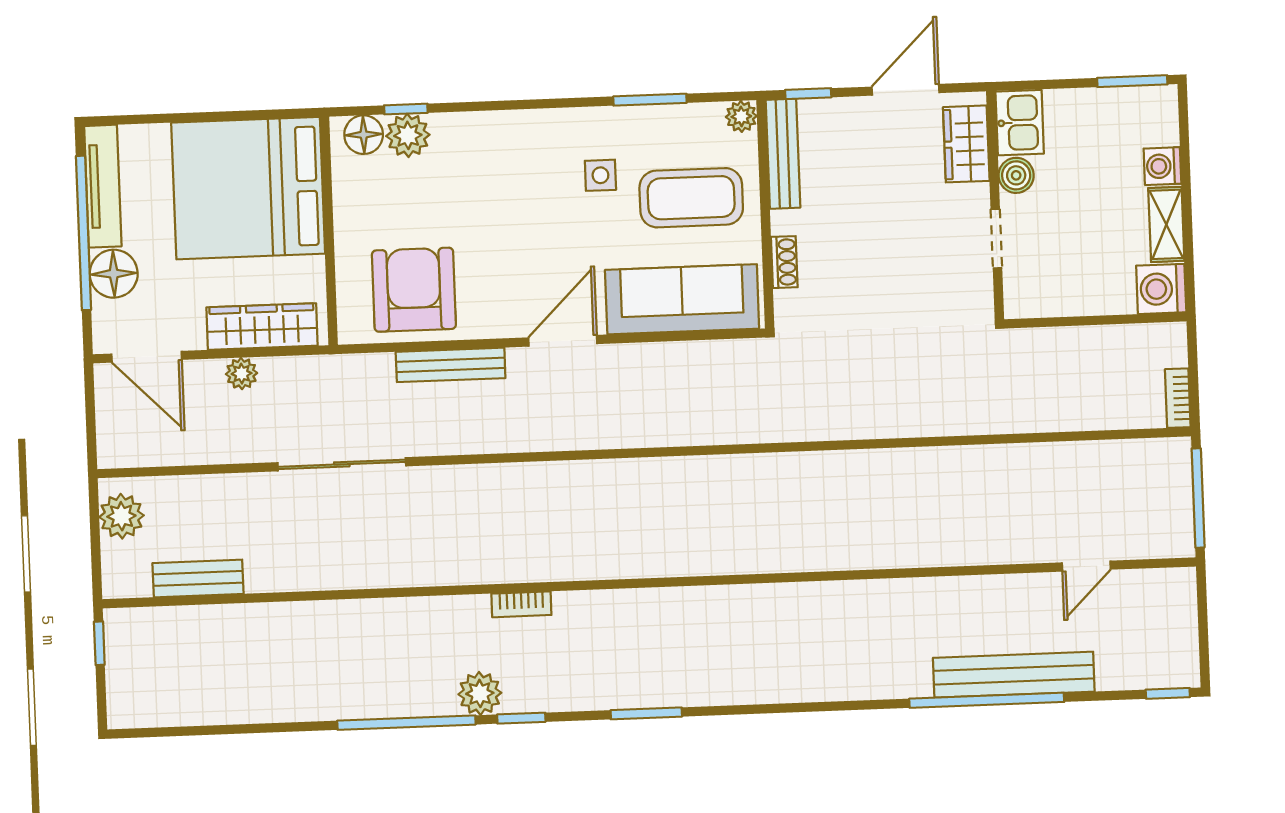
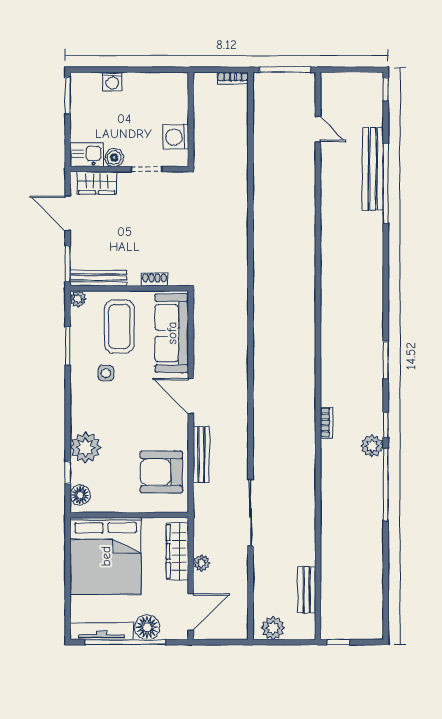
window: (808, 94) -> (68, 264), width x1.50
plant: (408, 135) -> (85, 447), moved, width x1.36, depth x1.36
shelving: (1166, 224) -> (143, 81), removed
washing machine: (1161, 289) -> (176, 137), moved, turned 90

